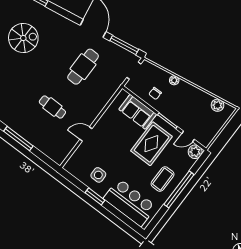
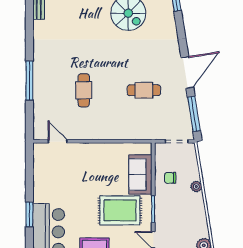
cafe table: (83, 67) -> (144, 90), width x0.73, depth x0.74
door: (86, 134) -> (58, 141), moved
side table: (98, 175) -> (52, 182), removed
window: (95, 196) -> (29, 214), moved

